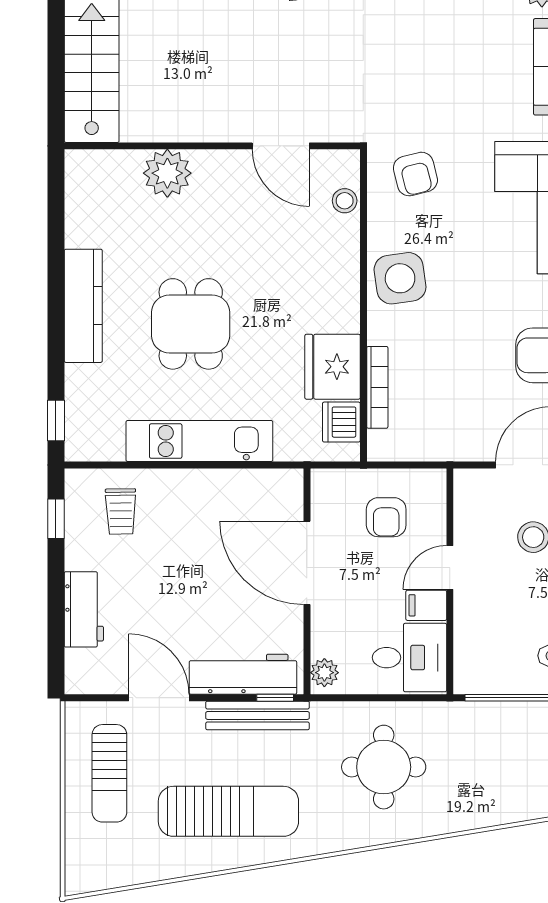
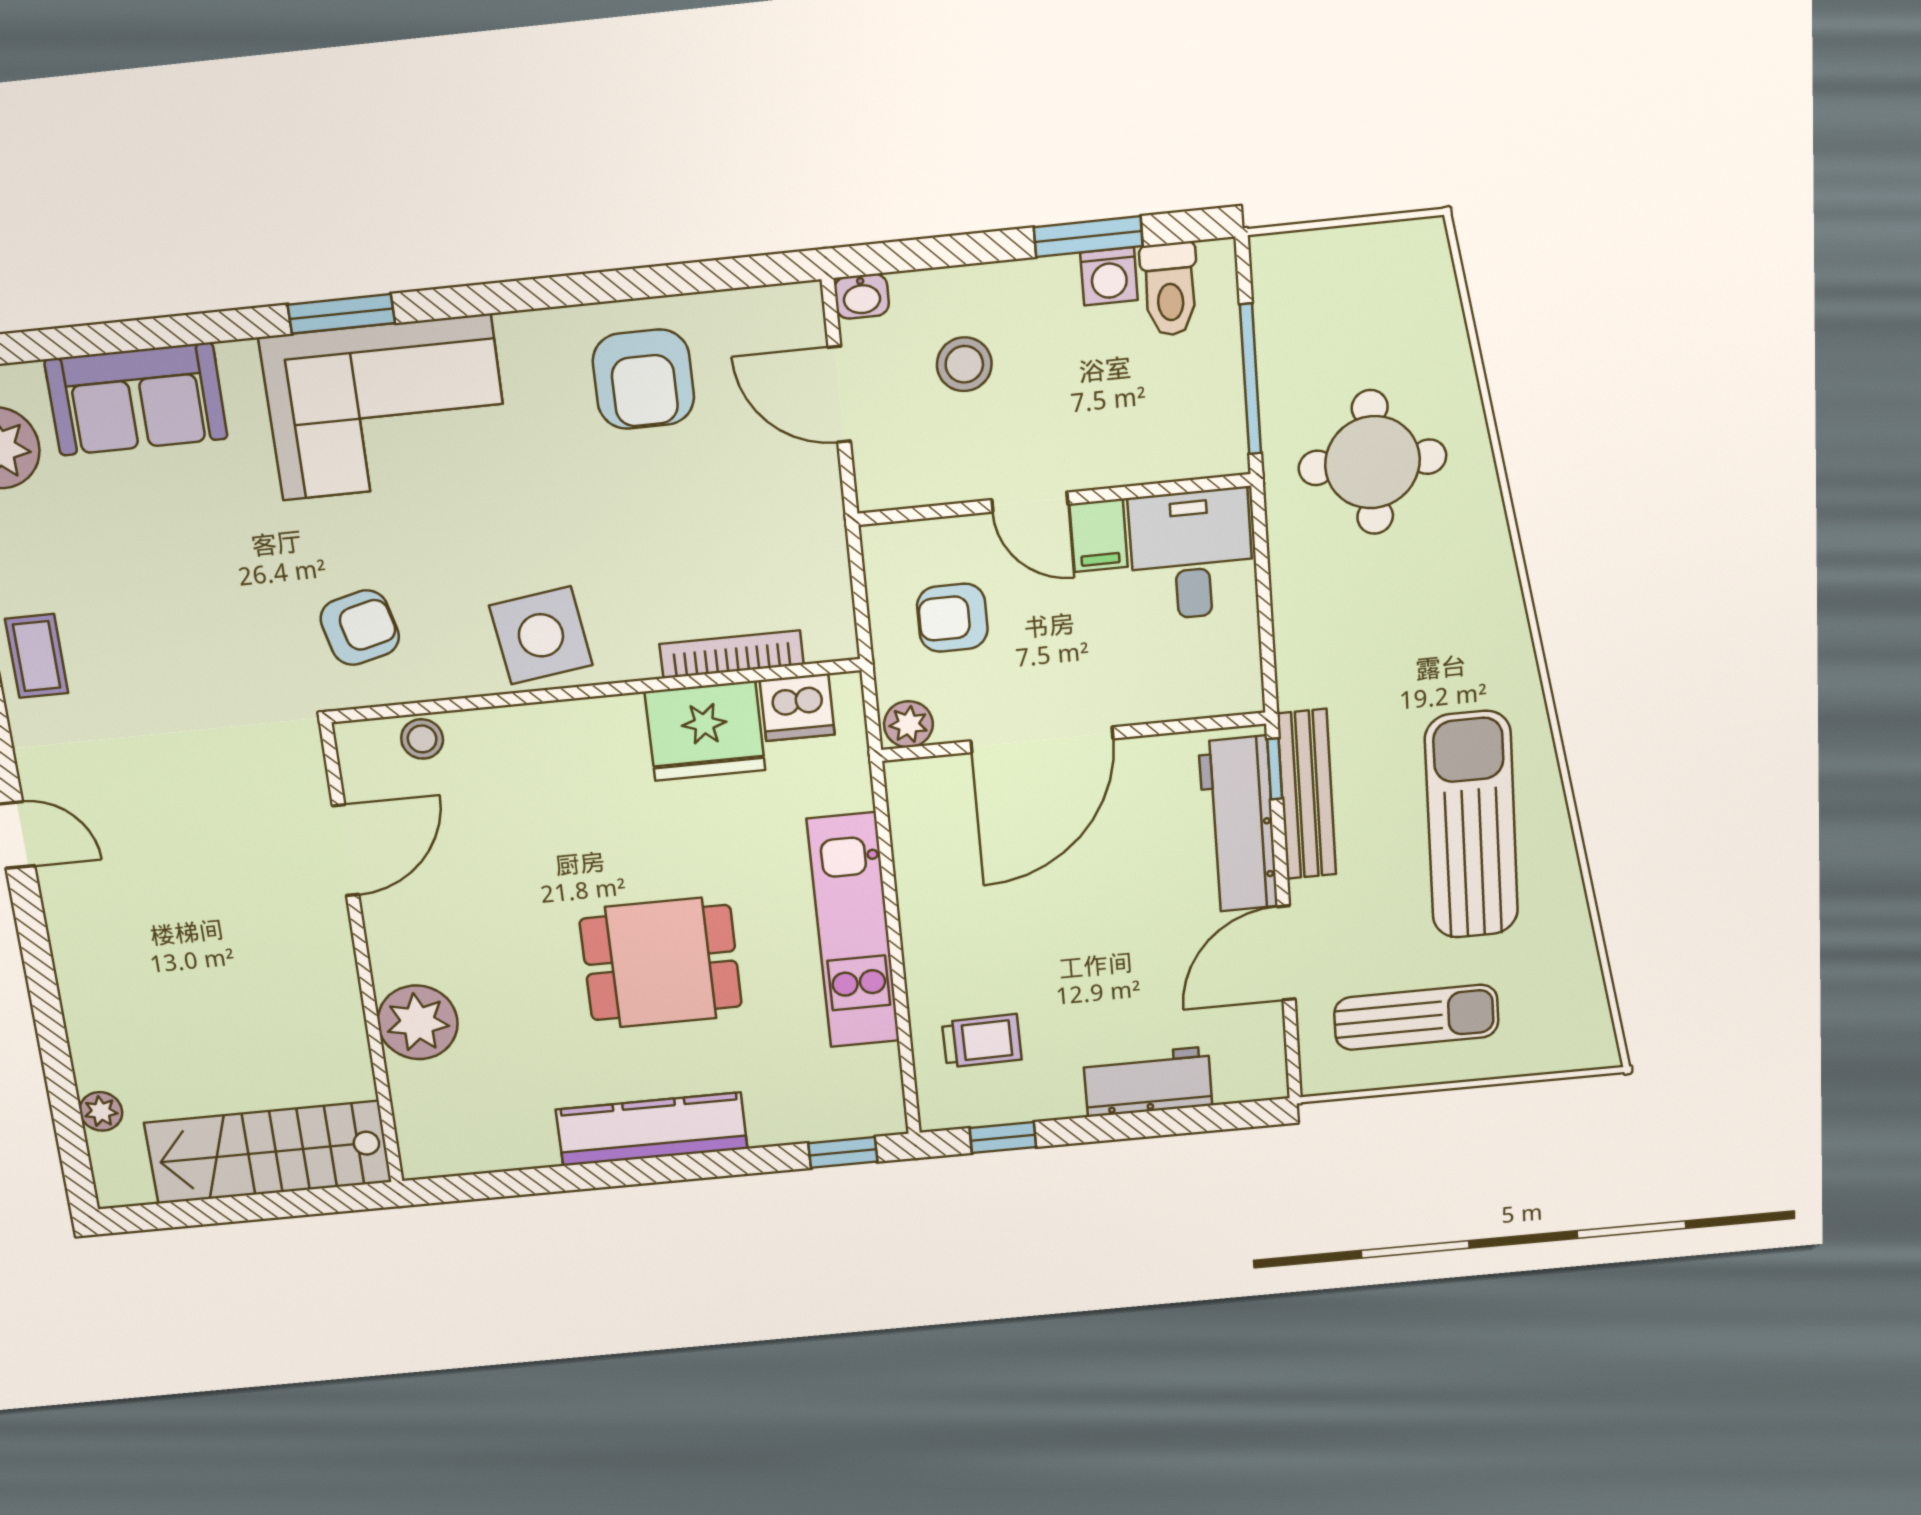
armchair: (386, 517) -> (952, 618), turned 180
plant: (324, 673) -> (908, 724), moved
round table: (384, 767) -> (1372, 462), moved

